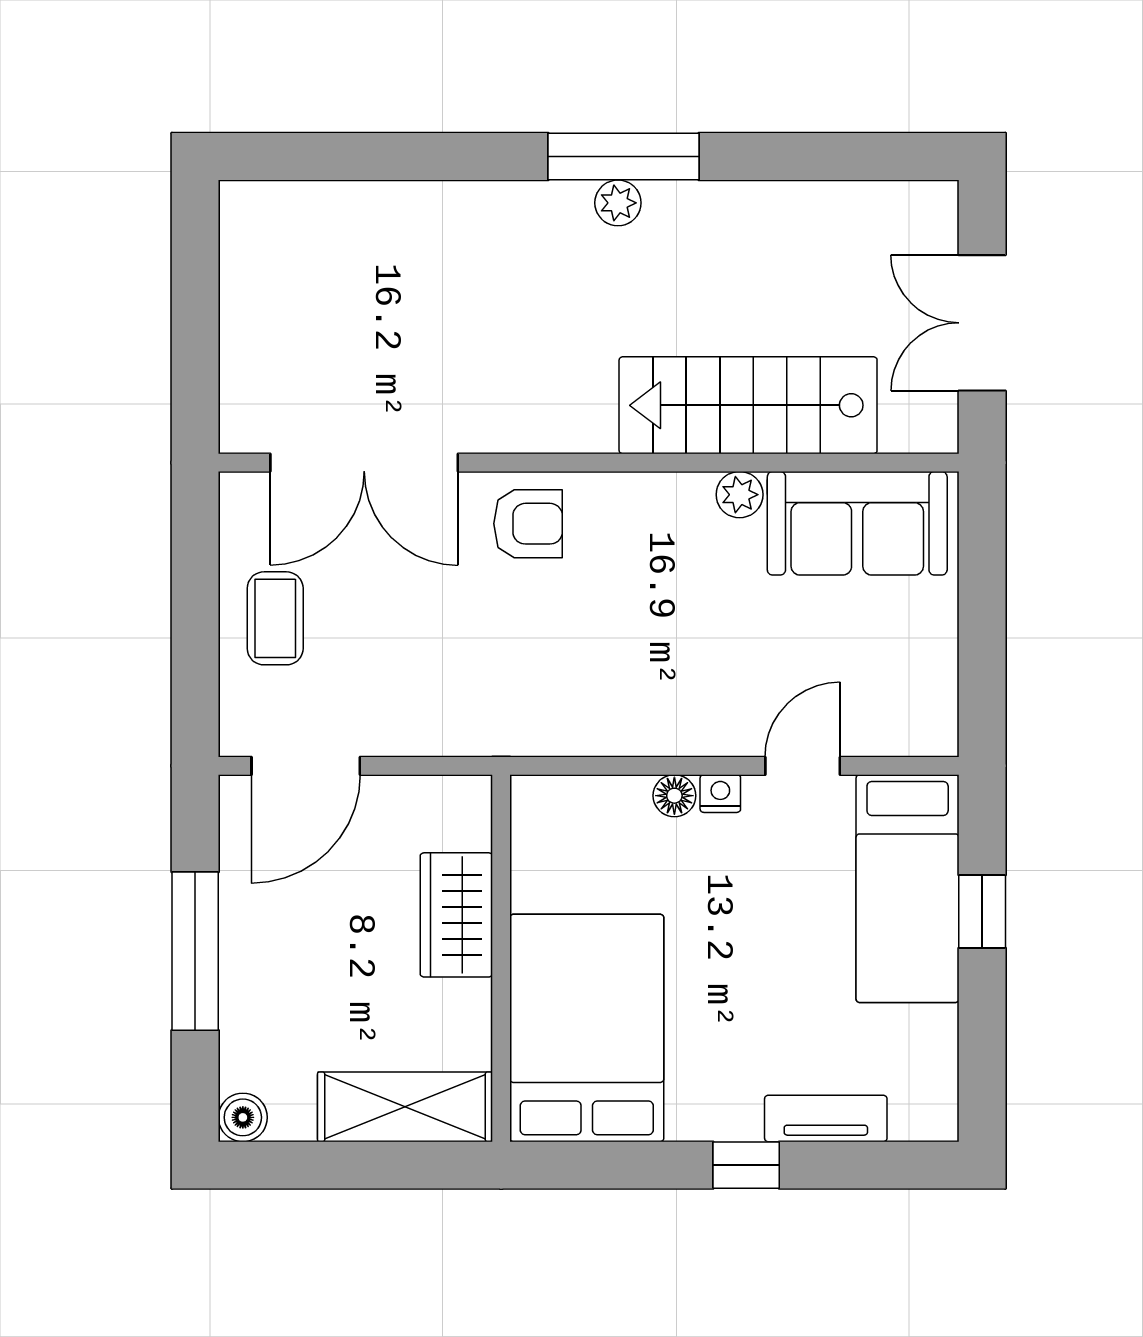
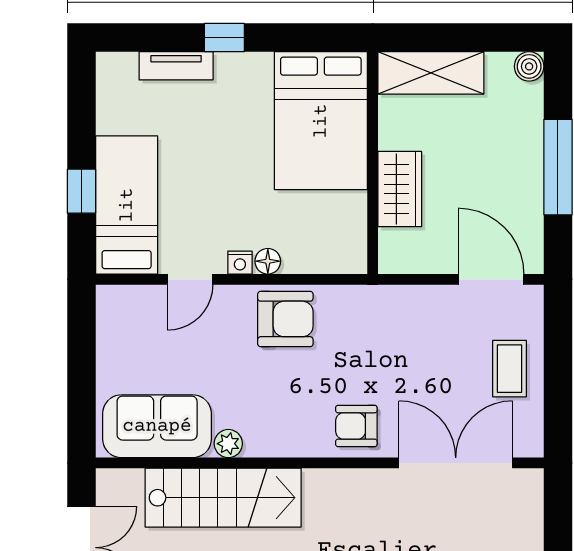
armchair: (645, 700) -> (285, 319), added
door: (306, 766) -> (491, 279), hinge flipped

